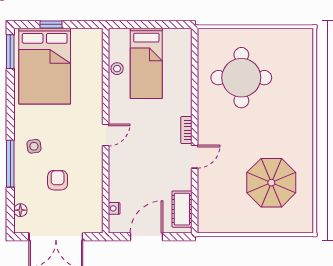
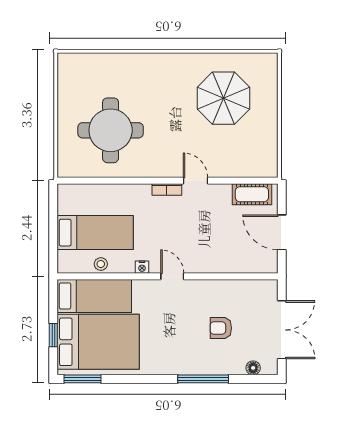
bed: (87, 63) -> (94, 296), added
side table: (34, 146) -> (184, 353), removed
nightstand: (114, 208) -> (142, 267), moved

